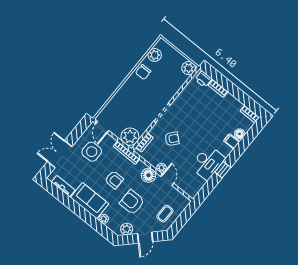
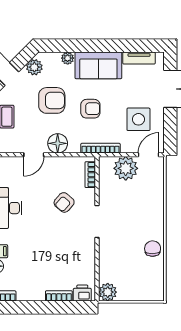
plant: (155, 55) -> (155, 277), removed
door: (102, 127) -> (149, 155), hinge flipped
plant: (130, 137) -> (126, 168), moved
plant: (161, 168) -> (50, 163), removed
armchair: (114, 180) -> (90, 109), turned 180
door: (167, 180) -> (34, 155), hinge flipped

